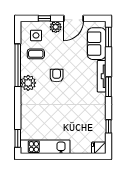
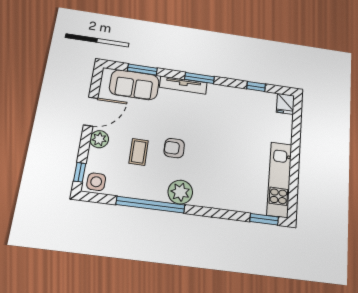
window: (44, 18) -> (80, 172), moved
door: (73, 18) -> (91, 112), hinge flipped
side table: (36, 35) -> (96, 182), moved
window: (109, 37) -> (142, 70), moved
coffee table: (36, 54) -> (139, 152), moved

